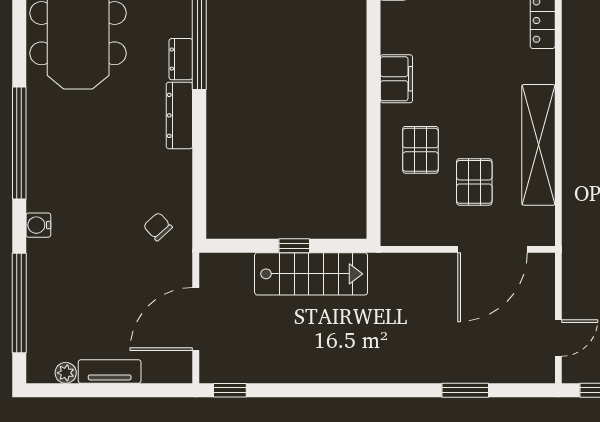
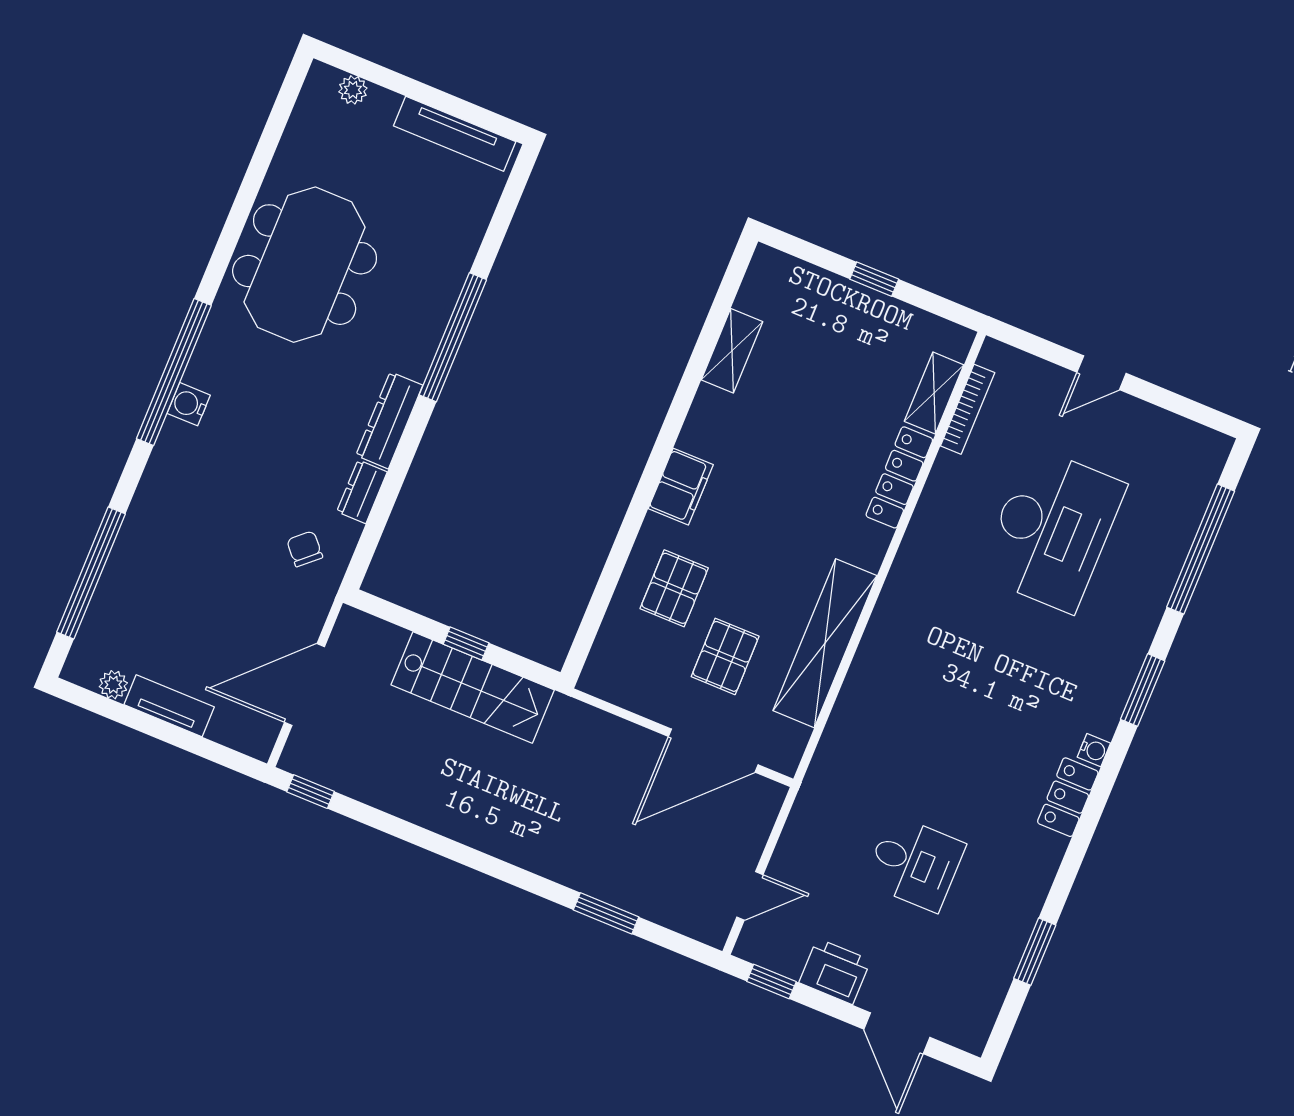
dresser: (181, 59) -> (362, 492), moved
water cooler: (38, 225) -> (189, 404), moved

